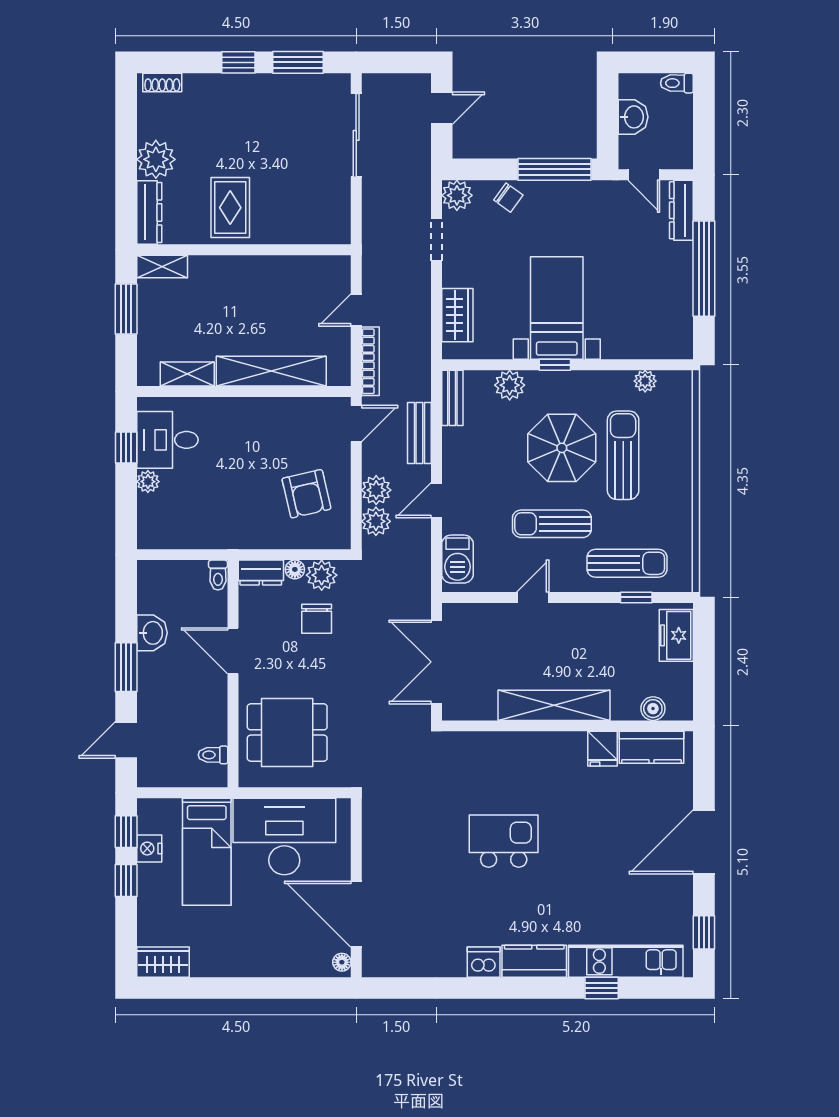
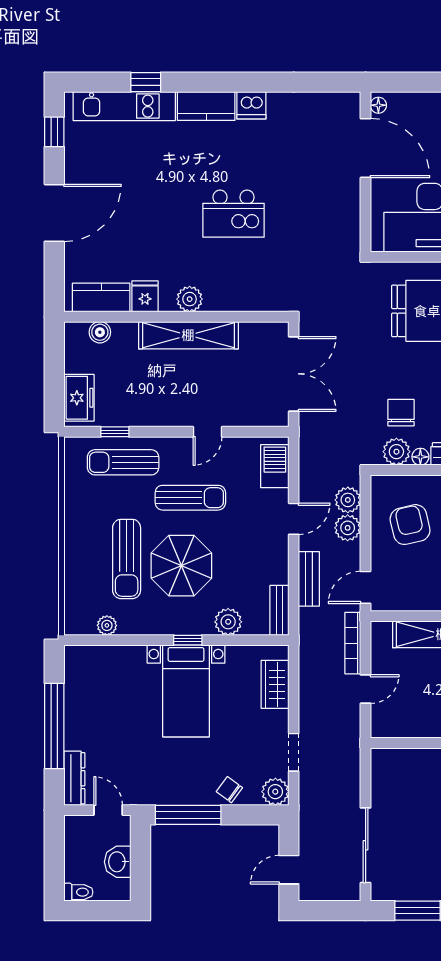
plant: (553, 746) -> (190, 299), added

